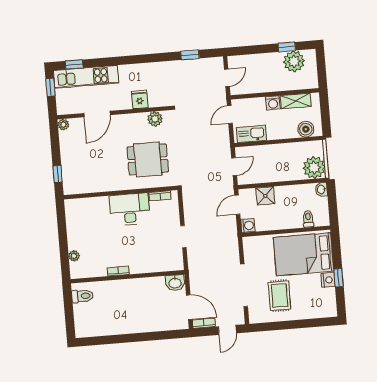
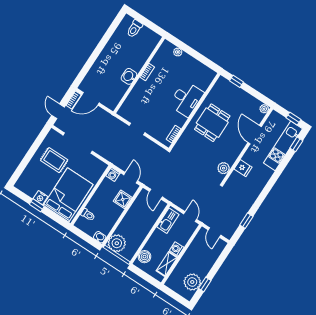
dining table: (148, 159) -> (212, 123), moved
desk: (130, 209) -> (186, 99), moved
washbasin: (175, 283) -> (129, 76), moved
toilet: (83, 296) -> (135, 29), moved

